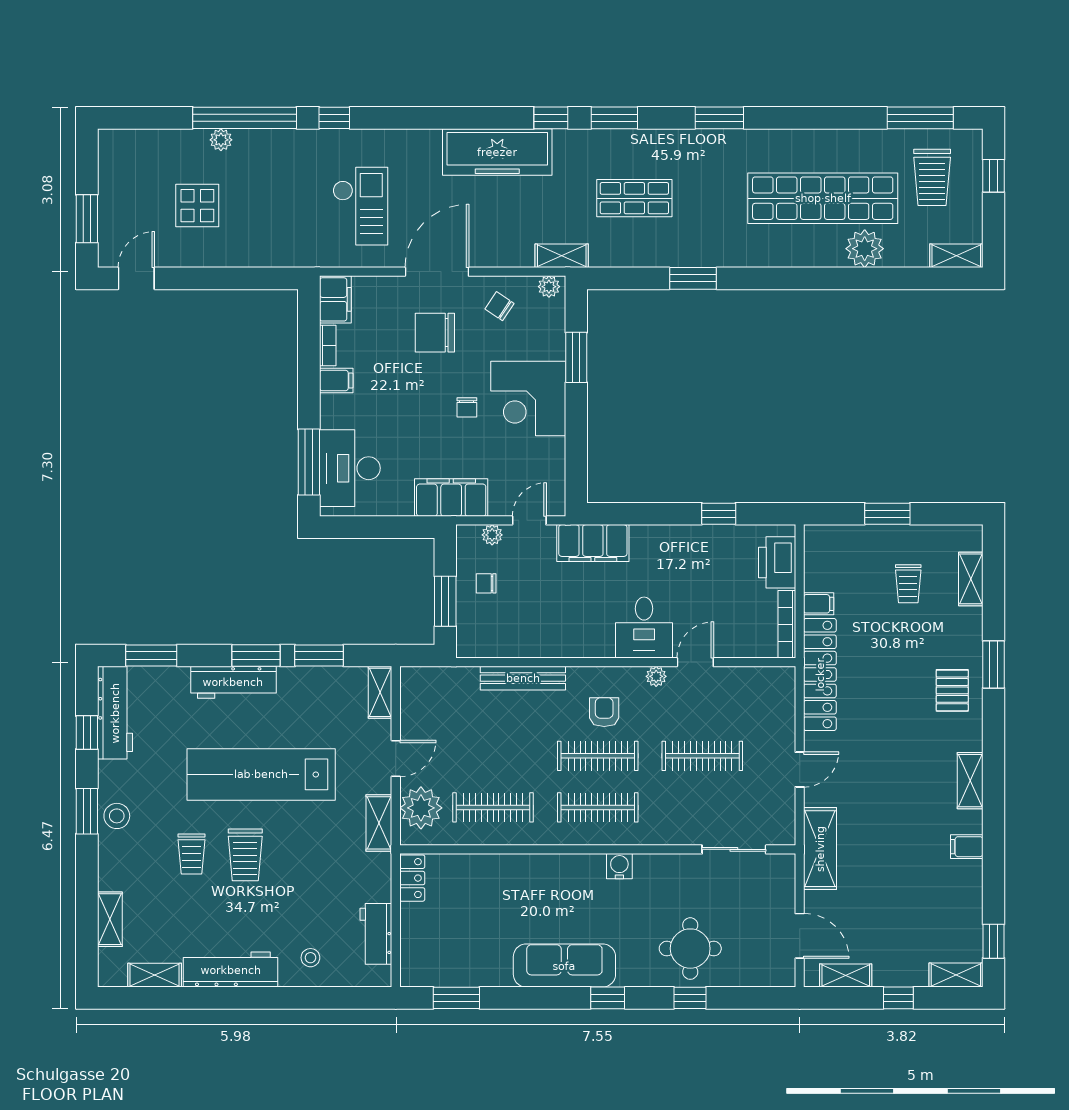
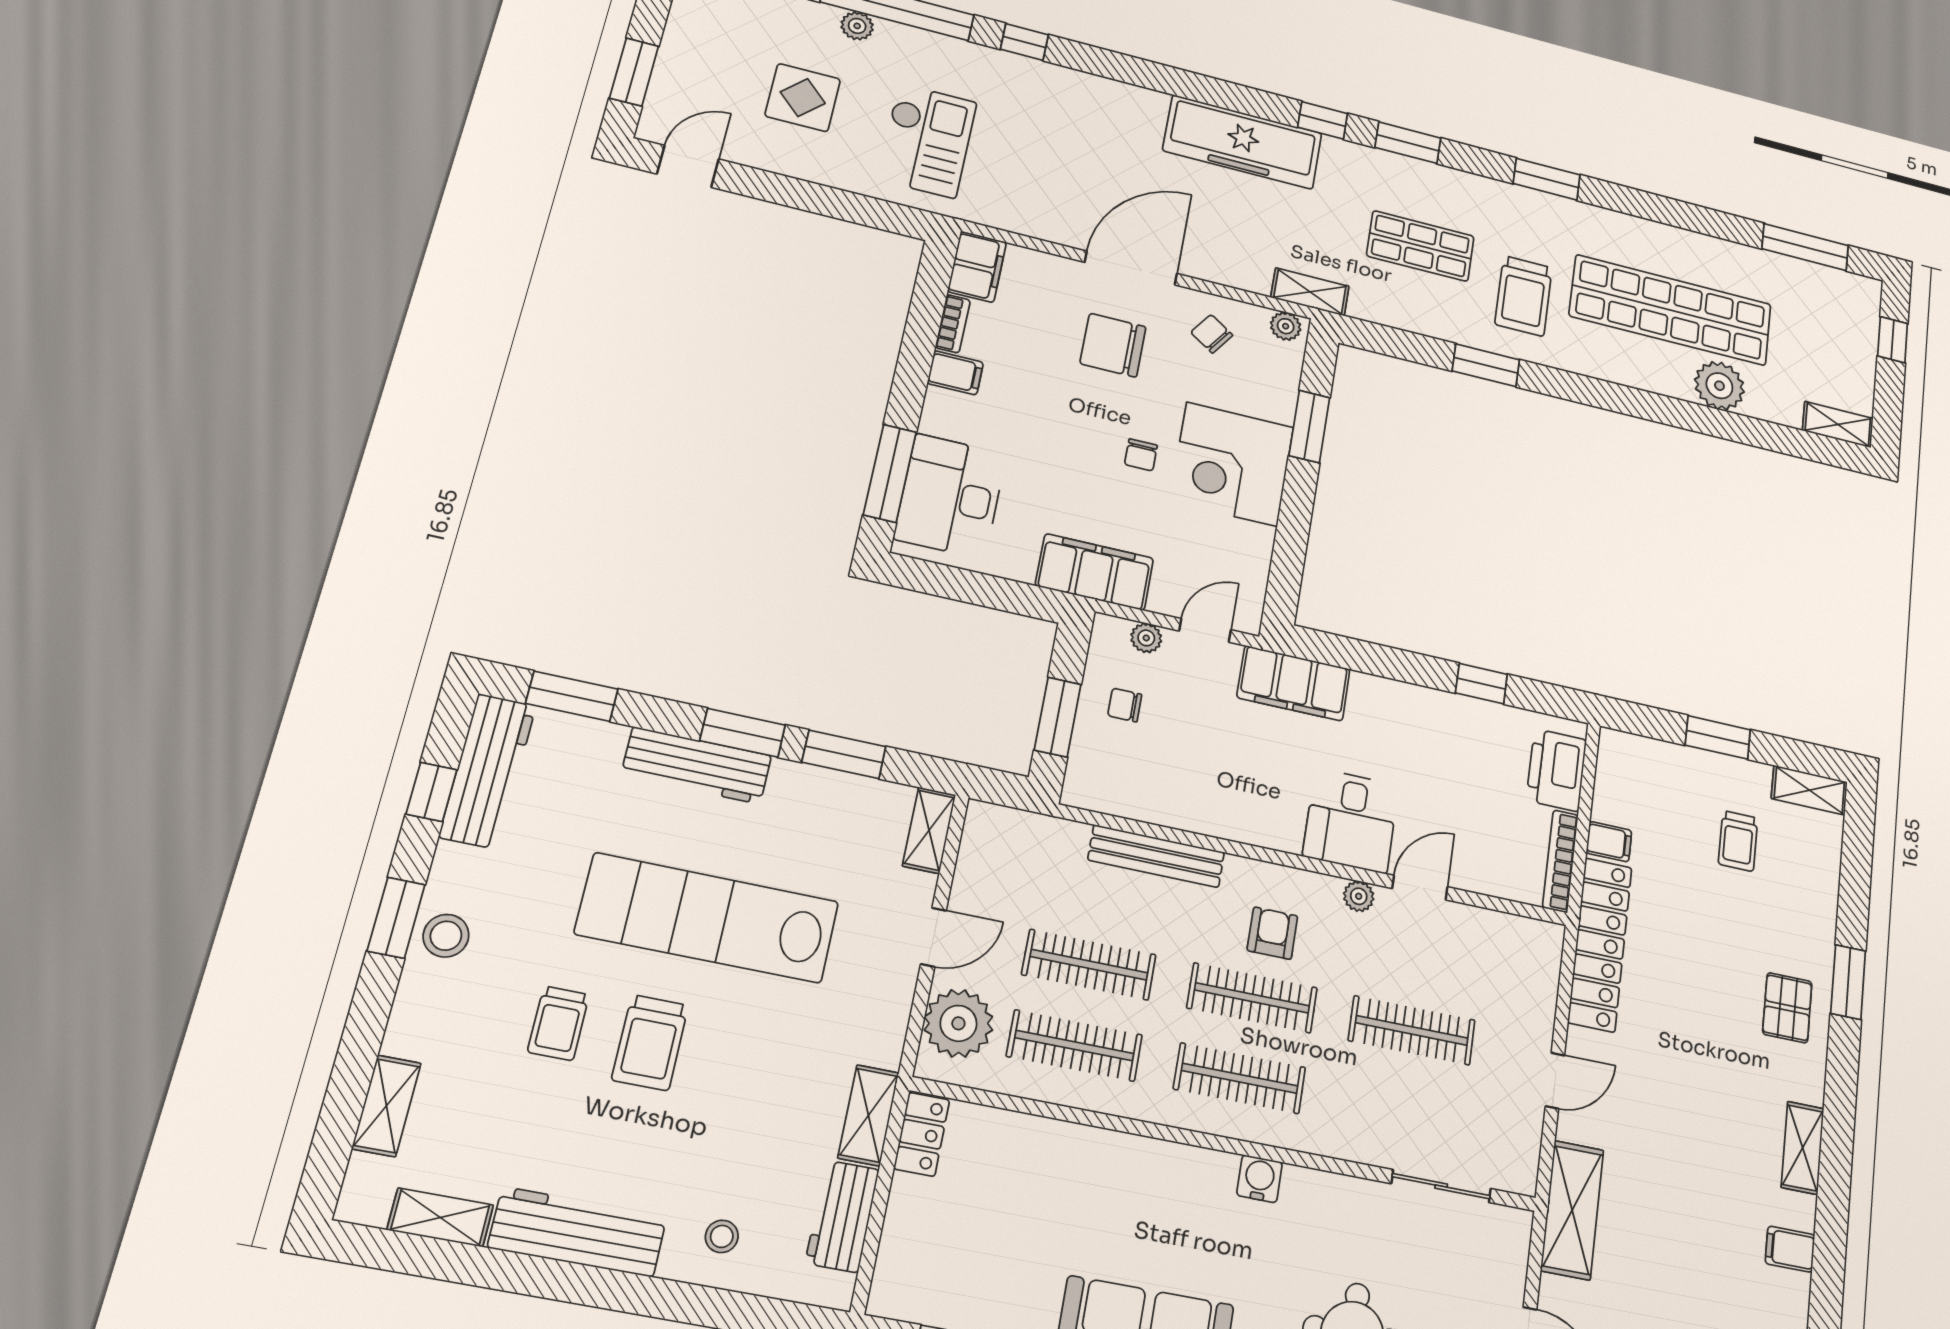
trolley: (932, 177) -> (1524, 296), moved
checkout: (360, 206) -> (927, 141), moved
shelving: (971, 579) -> (1809, 790), moved, turned 90
clothes rail: (493, 756) -> (1089, 965), added
shelving: (379, 823) -> (868, 1115), moved

